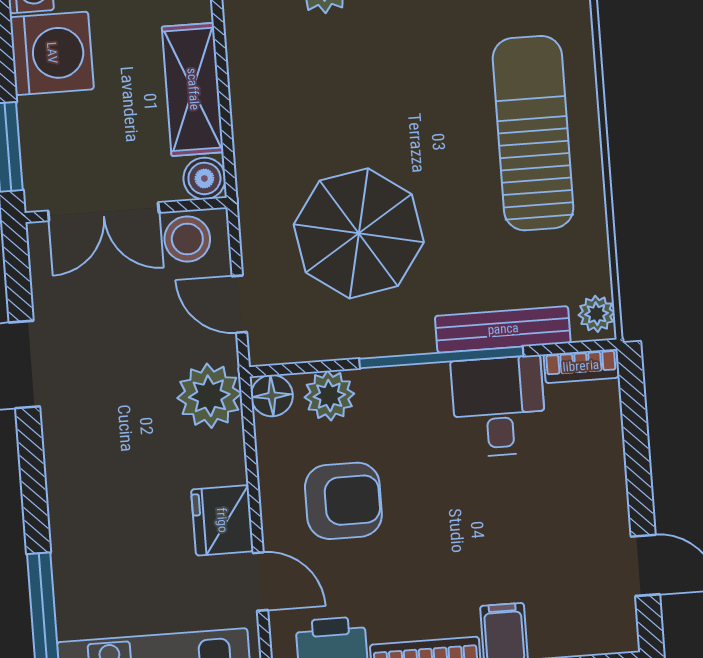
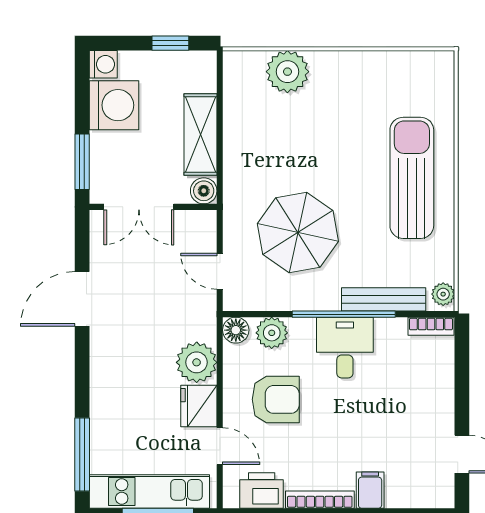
stool: (187, 239) -> (190, 228), removed
plant: (209, 396) -> (197, 362), moved
desk: (499, 406) -> (345, 348), moved

